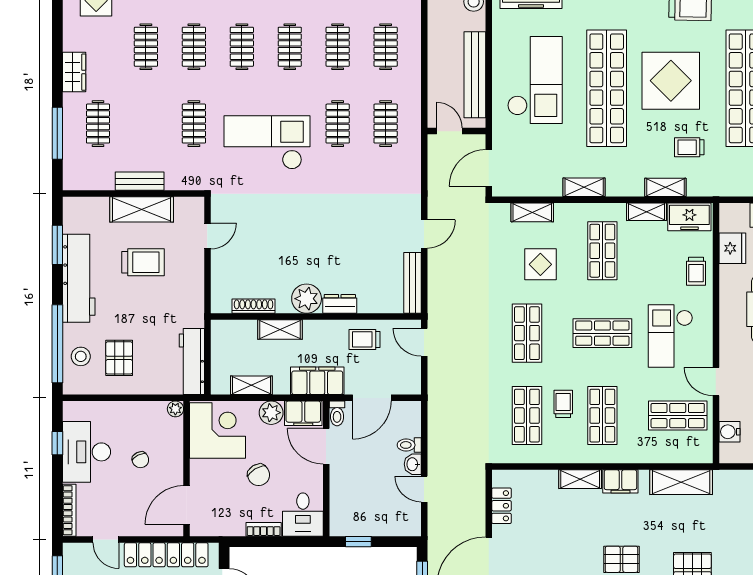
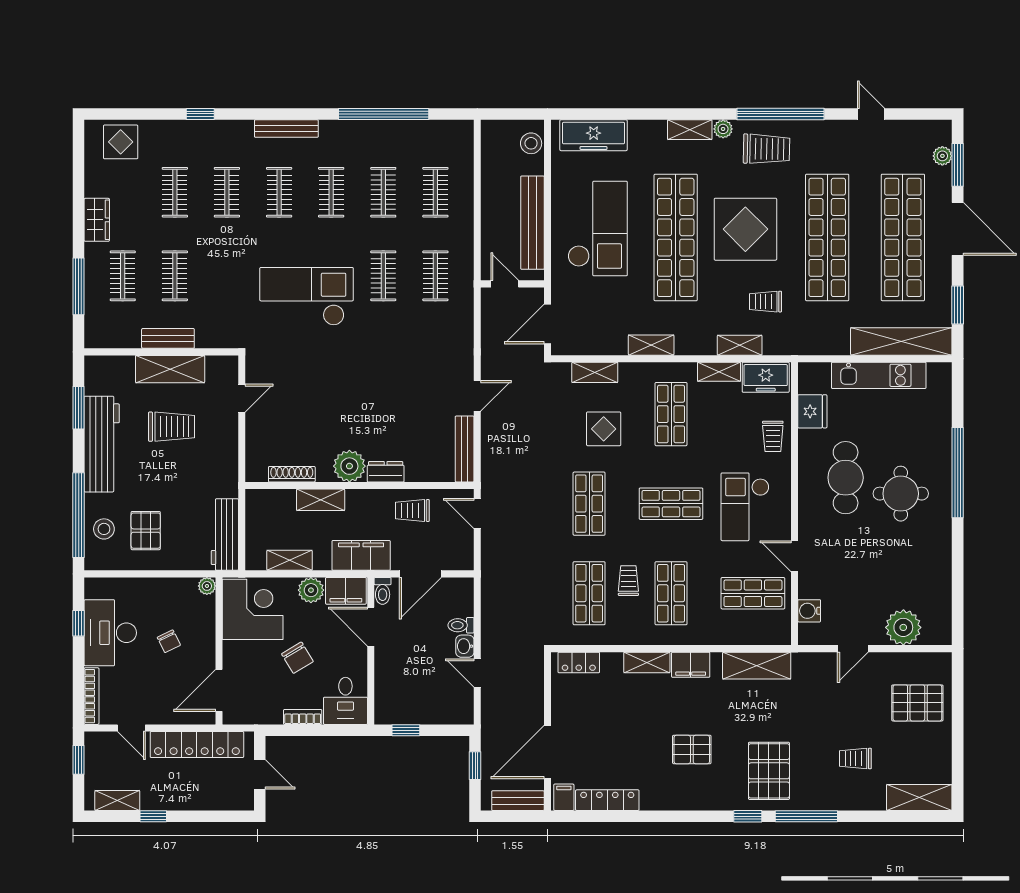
clothes rail: (194, 124) -> (175, 276), moved
locker: (501, 506) -> (579, 662), moved, turned 90

